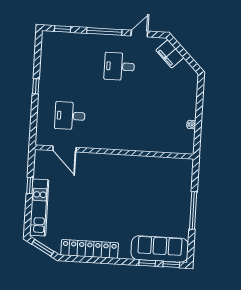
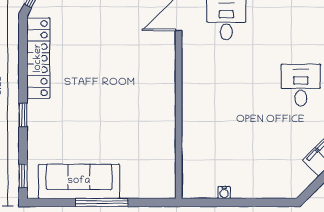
sofa: (160, 249) -> (79, 181), moved, turned -90
window: (147, 263) -> (23, 115), moved

